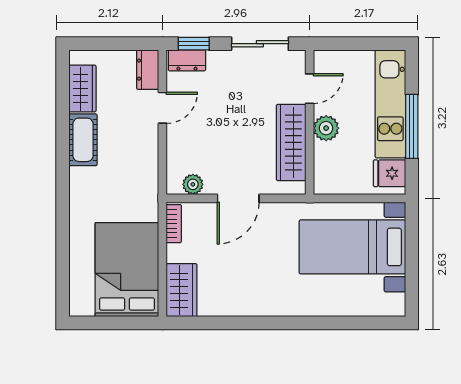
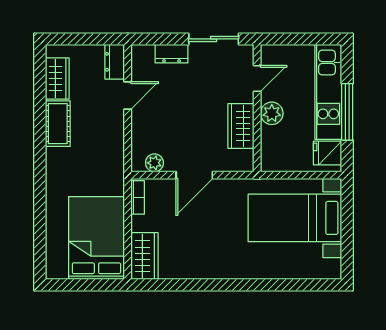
window: (194, 44) -> (155, 39), removed
dresser: (187, 60) -> (172, 54), moved
wardrobe: (291, 142) -> (241, 126), width x0.67

